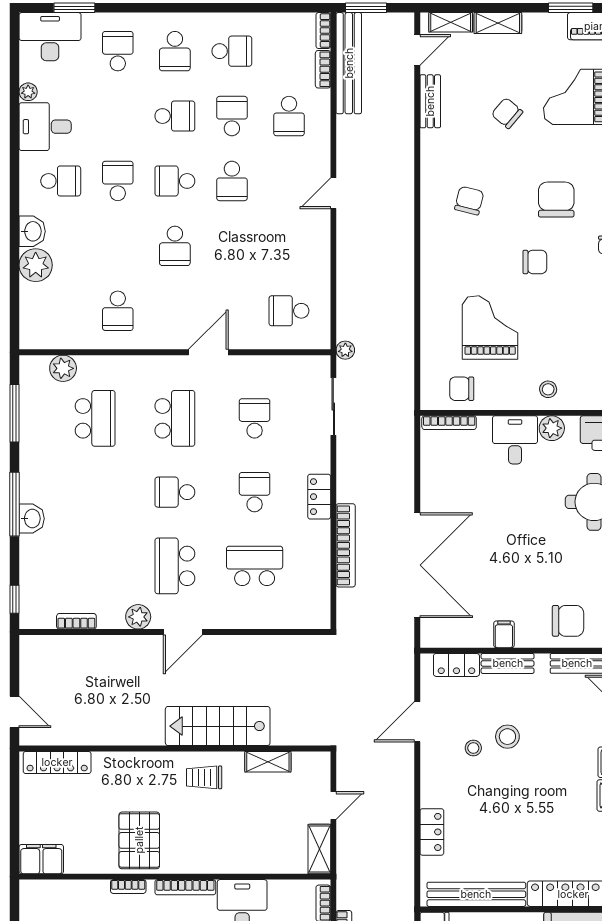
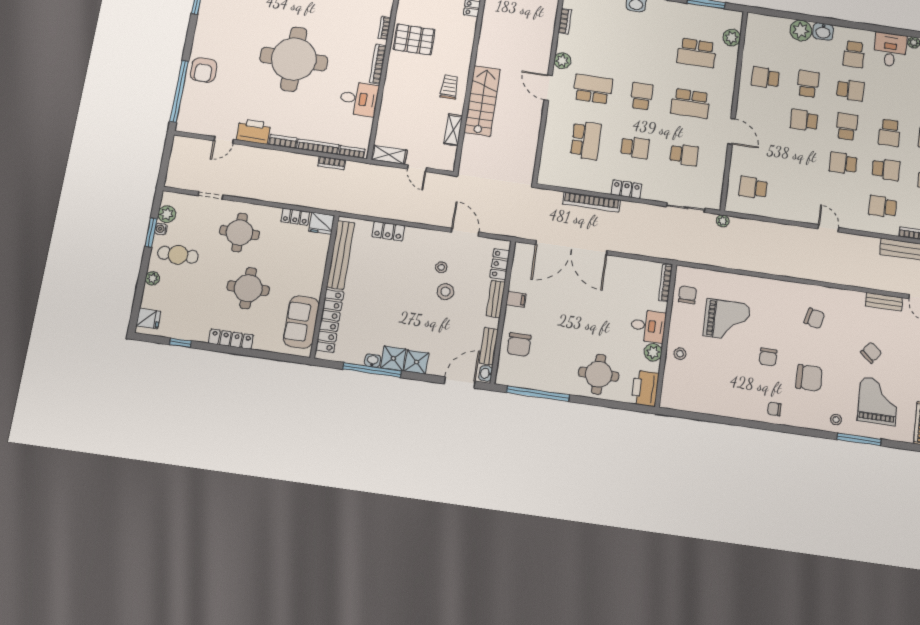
school desk: (118, 246) -> (808, 84), added
school desk: (289, 311) -> (753, 188), turned -90

